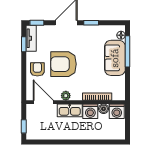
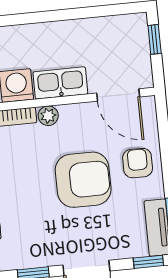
armchair: (37, 69) -> (138, 163), turned 180
plant: (66, 96) -> (48, 116), moved

